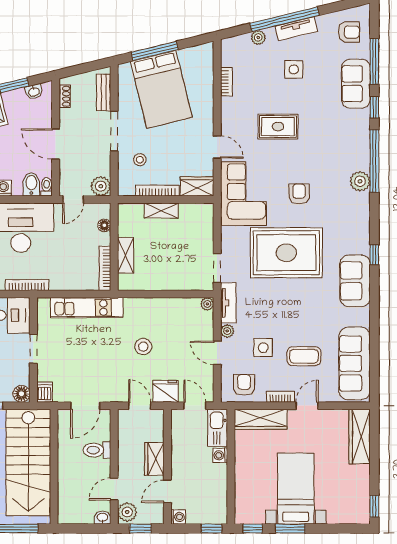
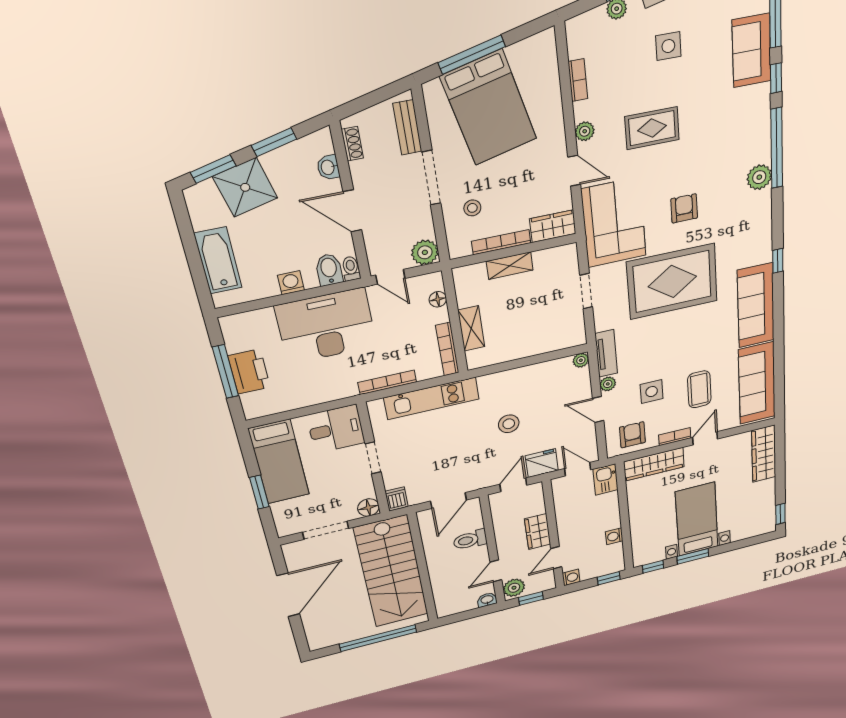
washbasin: (34, 92) -> (328, 167), moved, turned 104
plant: (228, 119) -> (585, 131), added
door: (73, 200) -> (390, 277), hinge flipped
doorway: (217, 268) -> (586, 291), moved
sofa: (355, 281) -> (756, 305), width x1.36
bookcase: (27, 285) -> (387, 382), moved
coffee table: (304, 356) -> (699, 389), turned 90
door: (140, 406) -> (513, 485), hinge flipped
kitchen sink: (218, 428) -> (606, 479), width x0.73
washing machine: (220, 455) -> (614, 536), moved

